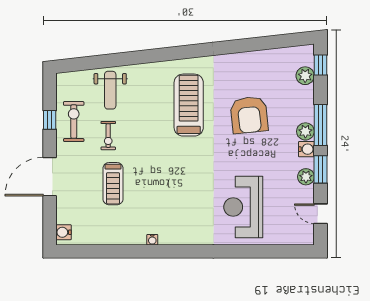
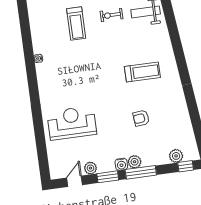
treadmill: (189, 105) -> (142, 72), width x0.73, depth x0.73
armchair: (249, 115) -> (141, 118), width x0.53, depth x0.53
plant: (306, 177) -> (90, 168), moved
treadmill: (113, 184) -> (76, 23), turned -90

